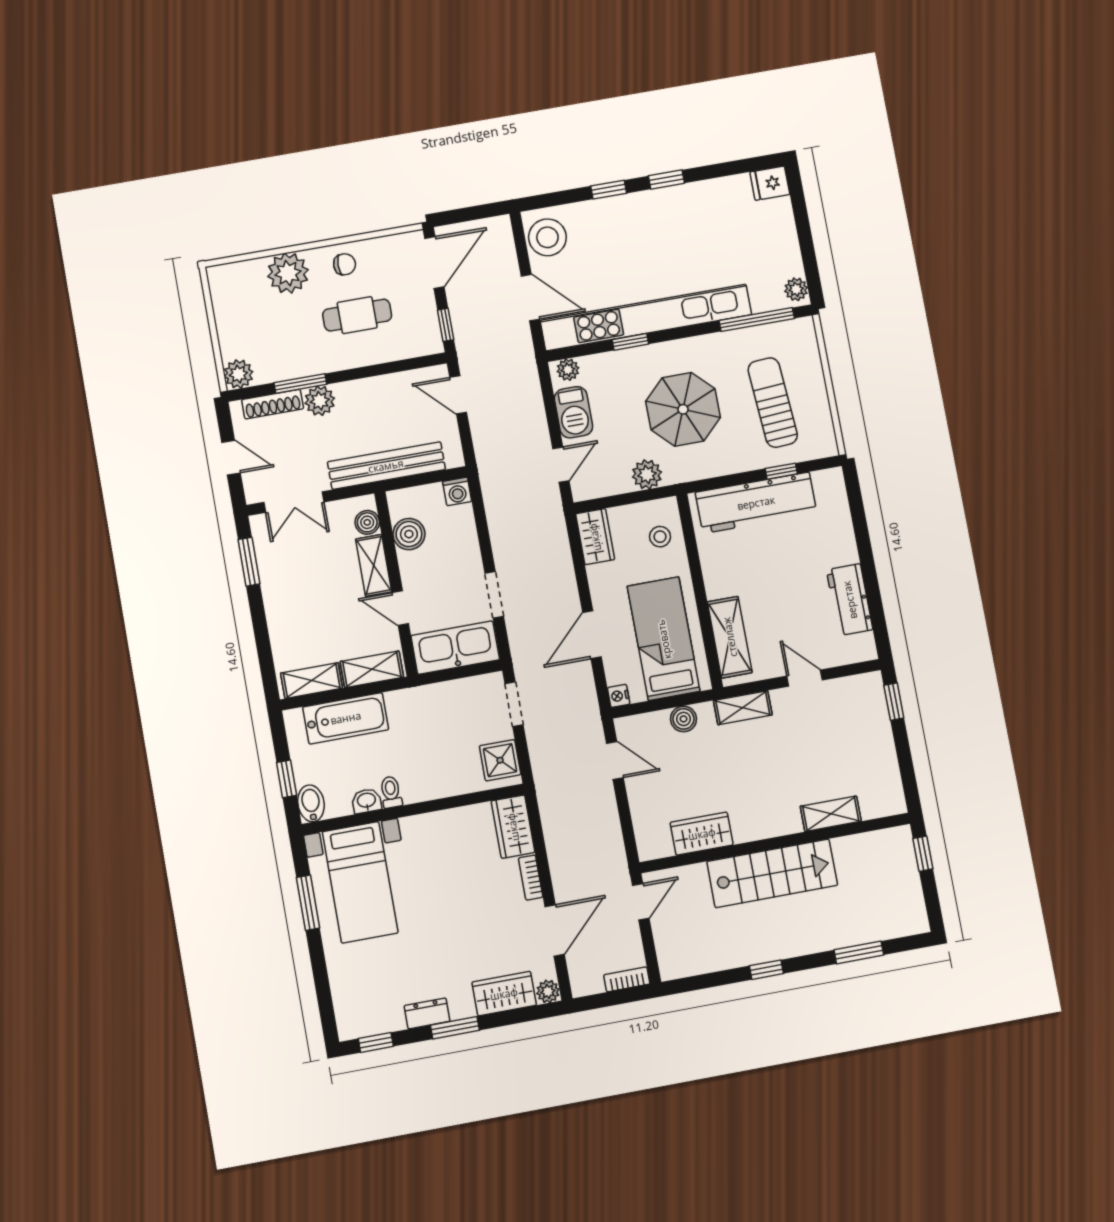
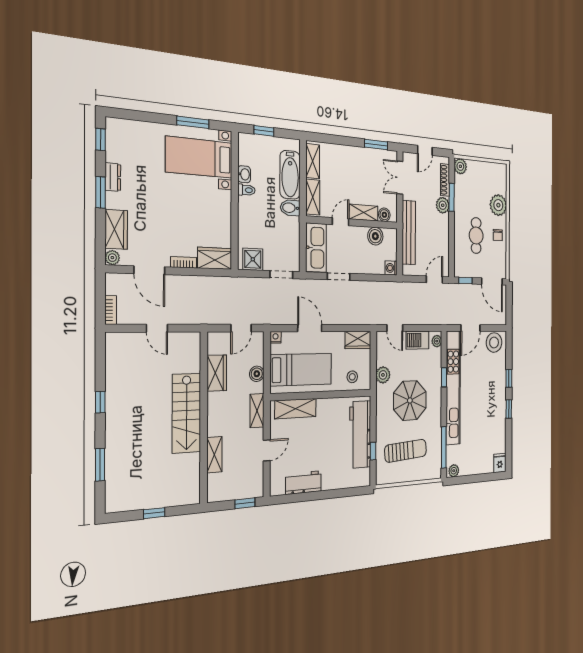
bidet: (311, 803) -> (290, 208), moved, turned 180
shelving: (831, 814) -> (214, 455), moved
wardrobe: (702, 834) -> (217, 373), moved
wall: (775, 843) -> (204, 418), moved
stairs: (772, 873) -> (186, 413), moved

